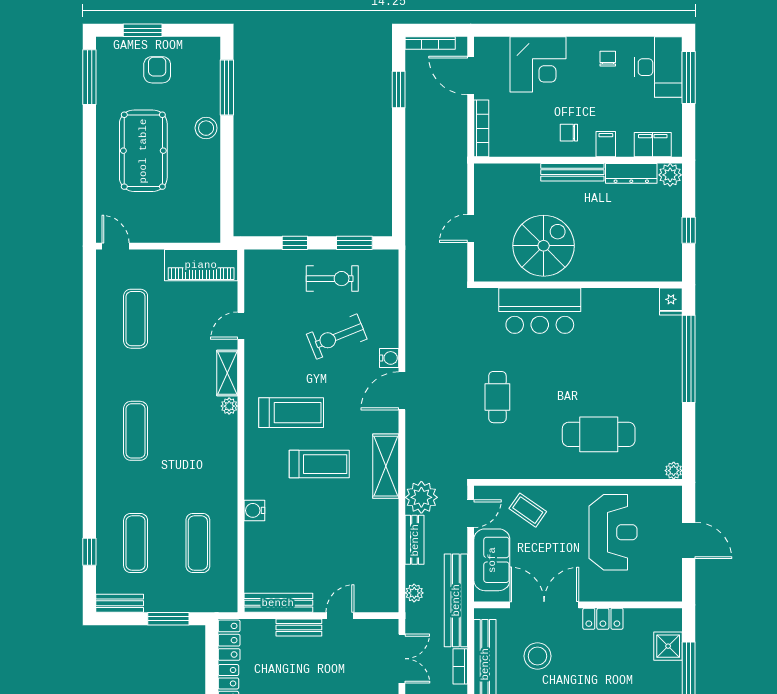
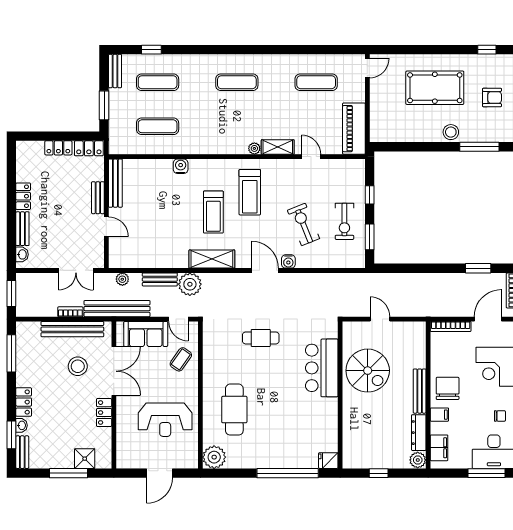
window: (89, 77) -> (487, 50), width x0.46
chair: (569, 133) -> (448, 388), width x1.87, depth x1.87
plant: (674, 471) -> (214, 457), width x1.88, depth x1.88

